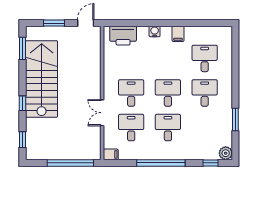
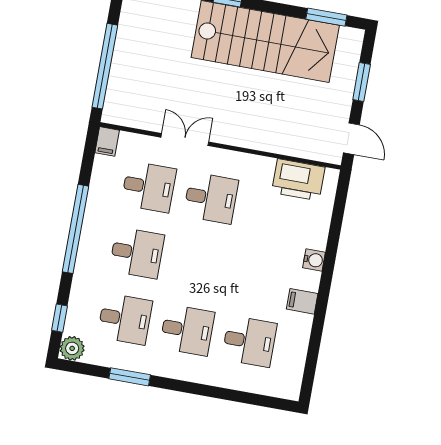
printer: (123, 36) -> (298, 180), moved, turned -90
desk: (168, 93) -> (125, 319), moved

